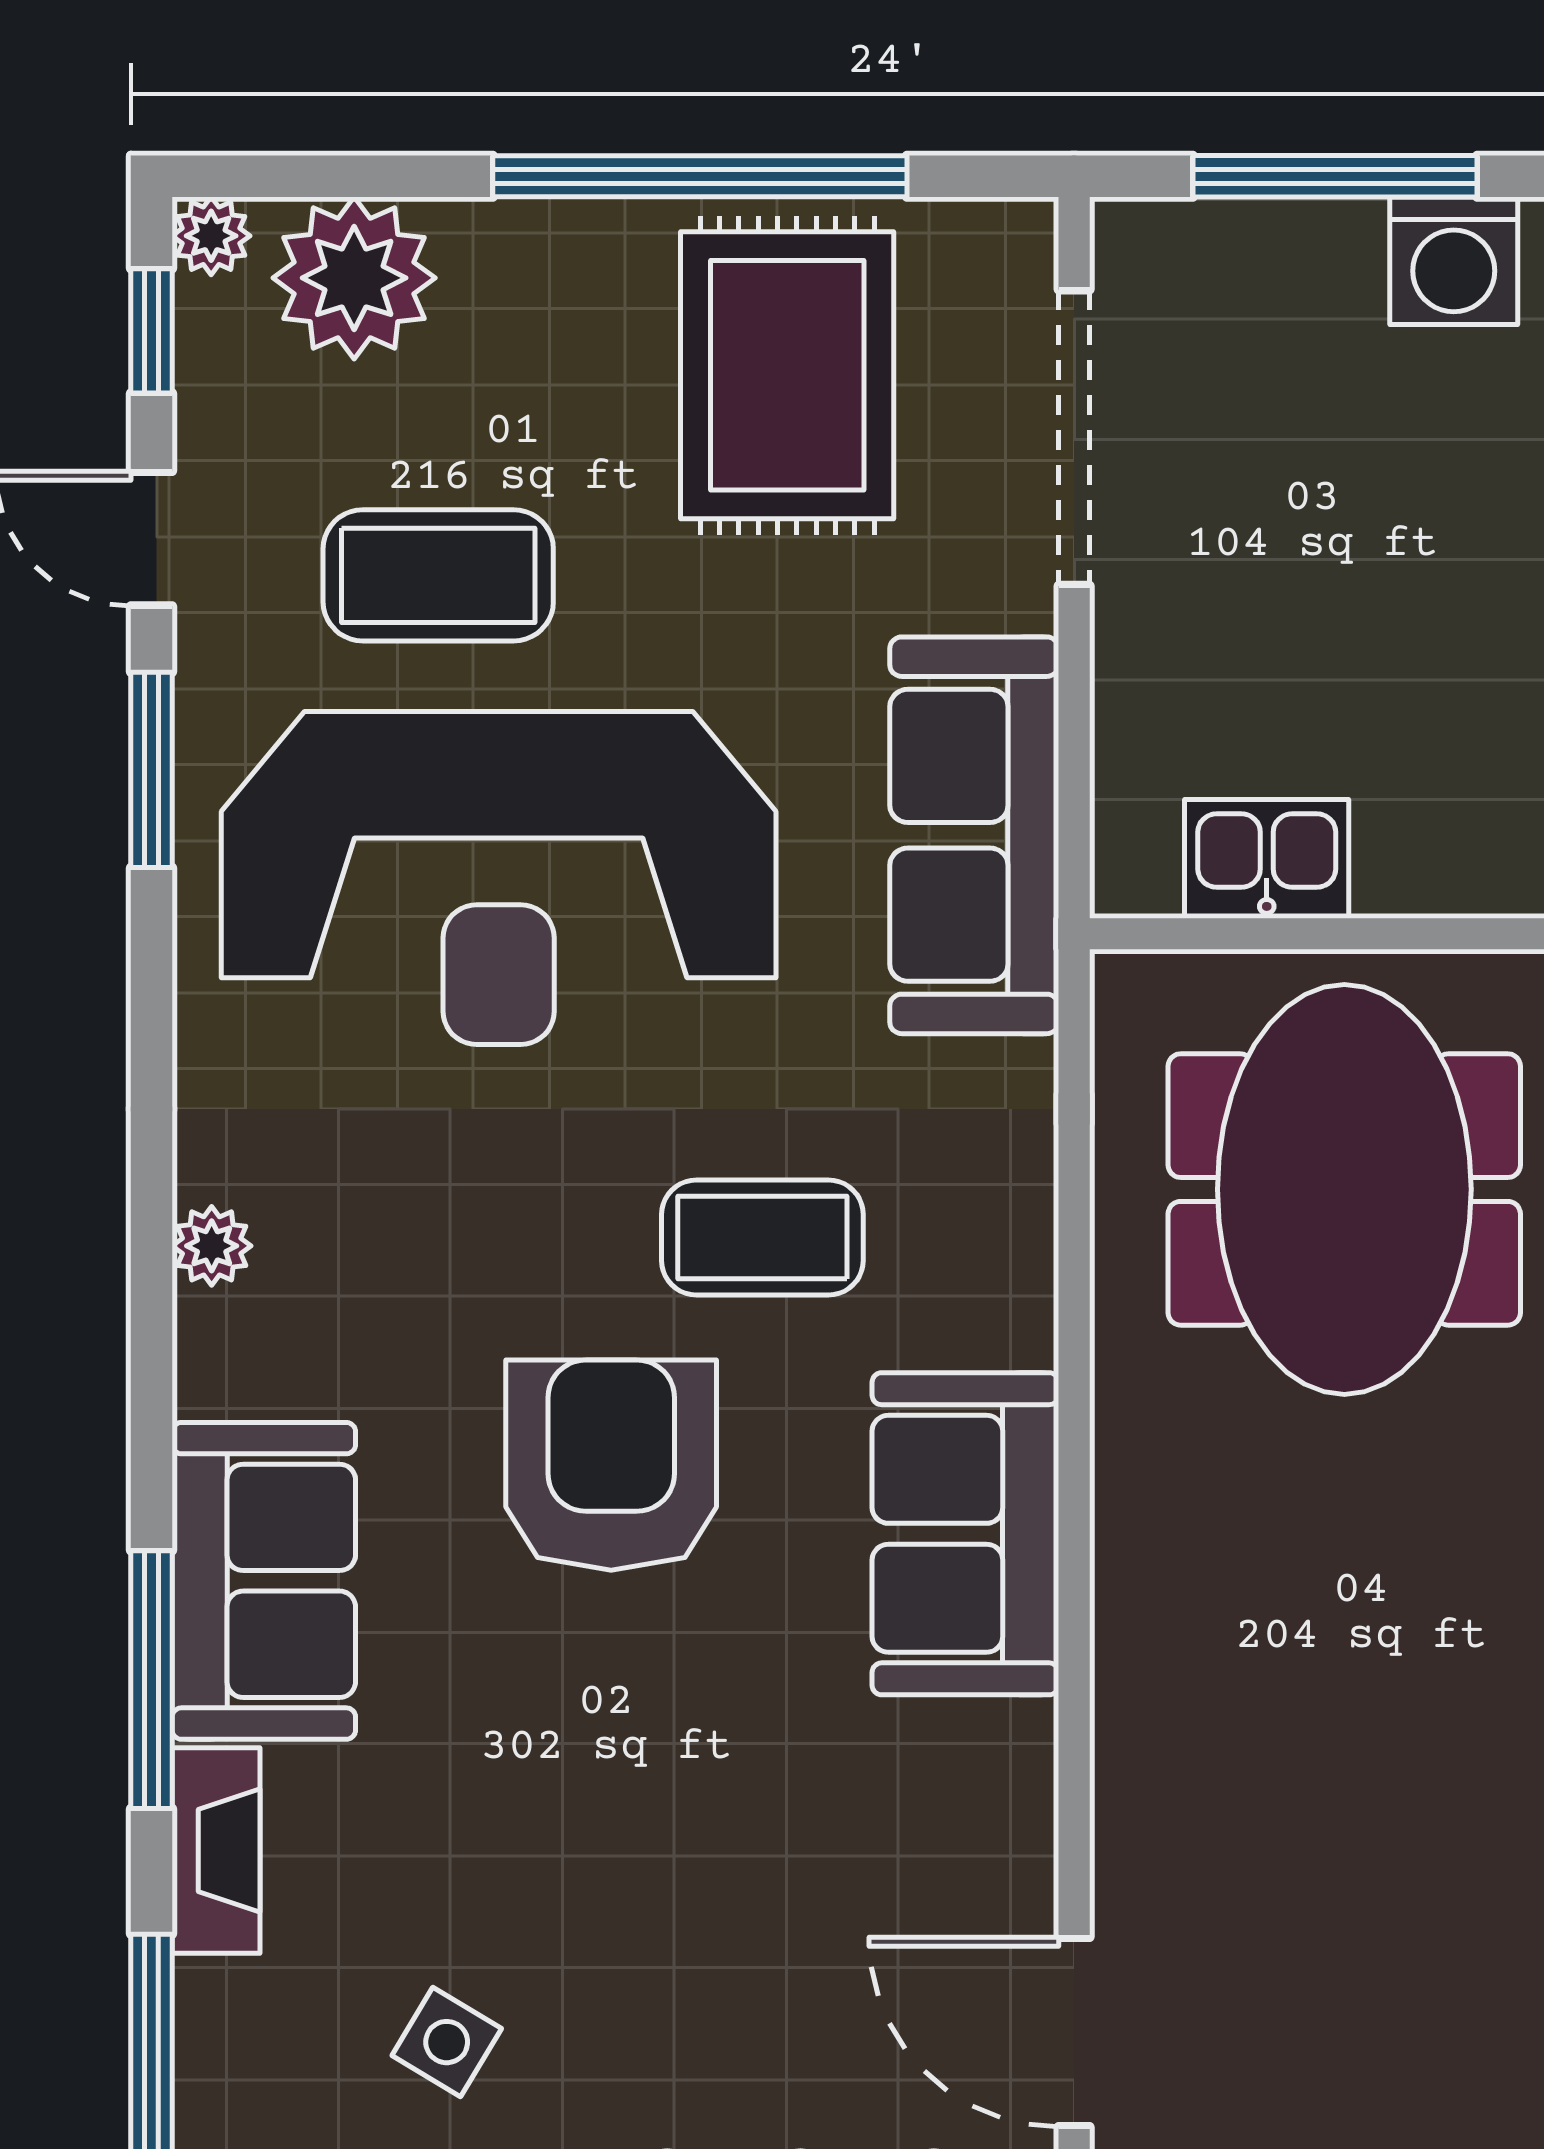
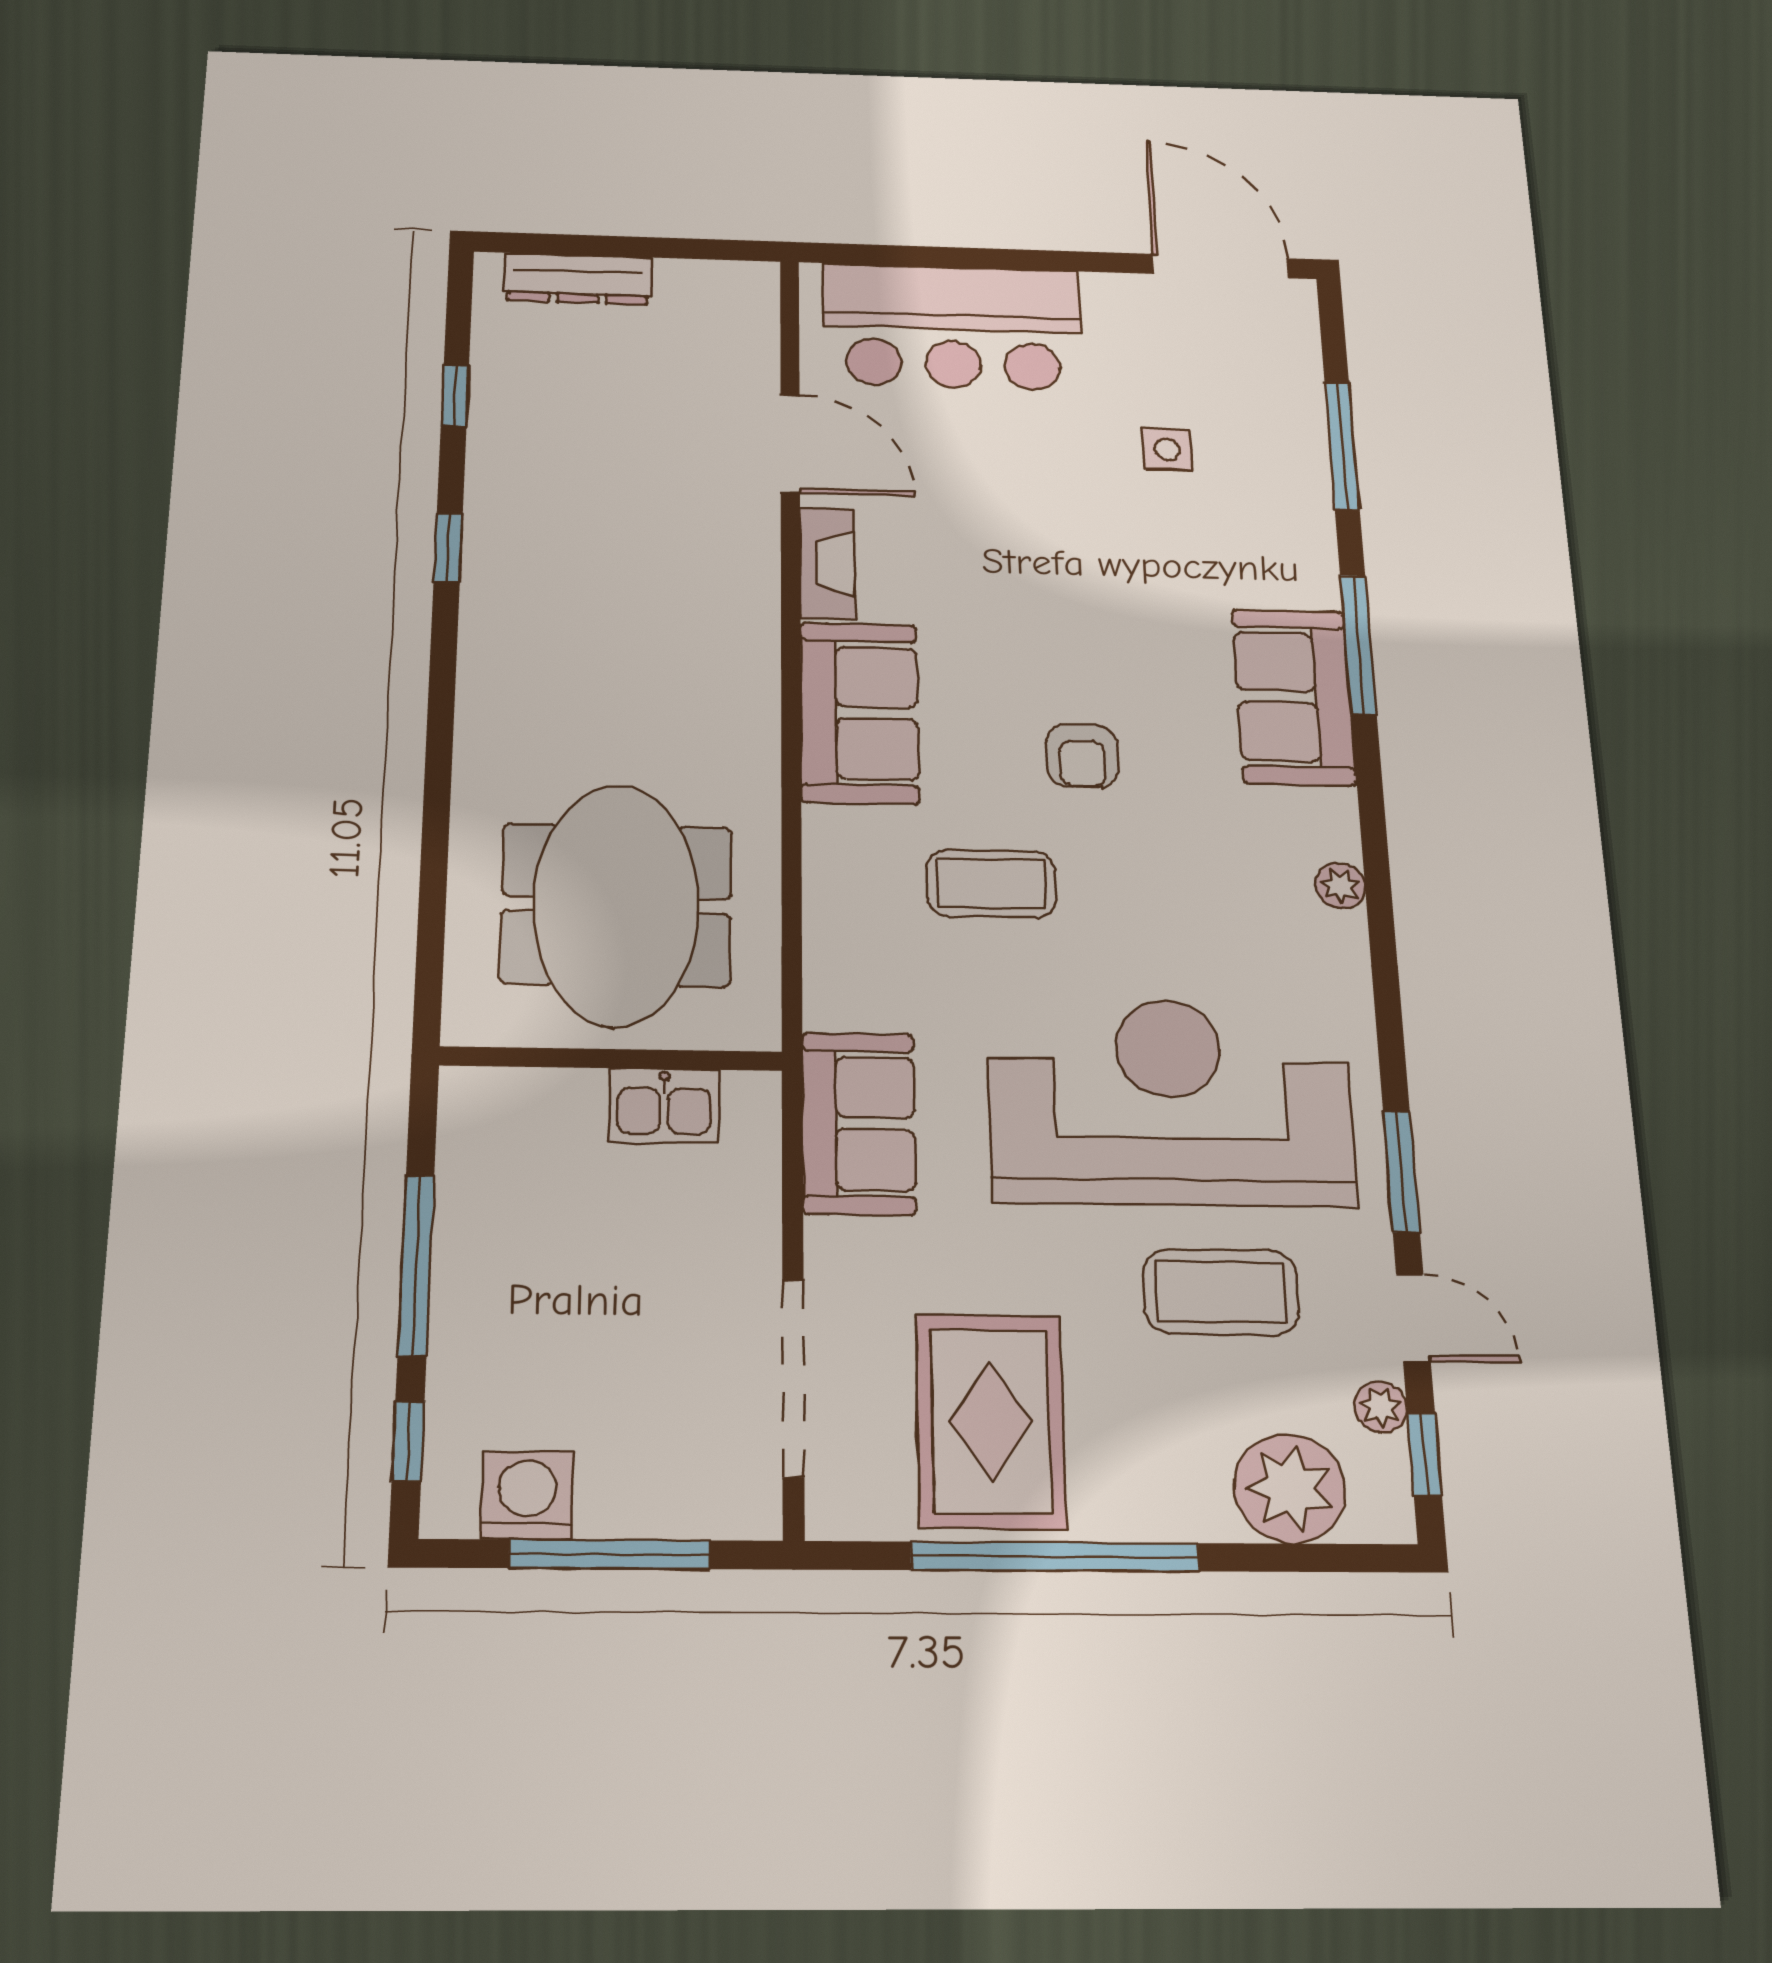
plant: (211, 236) -> (1381, 1407), moved
sofa: (974, 835) -> (859, 1123), width x0.73
armchair: (611, 1465) -> (1082, 756), width x0.53, depth x0.53
fireplace: (216, 1850) -> (827, 563), moved, turned 180
side table: (447, 2042) -> (1167, 449), turned -31

